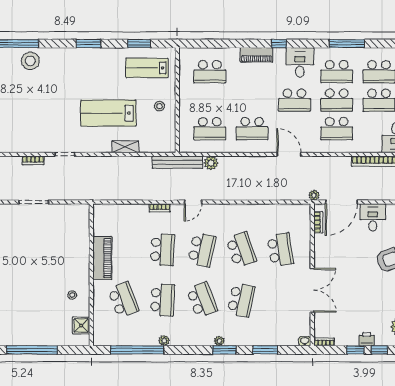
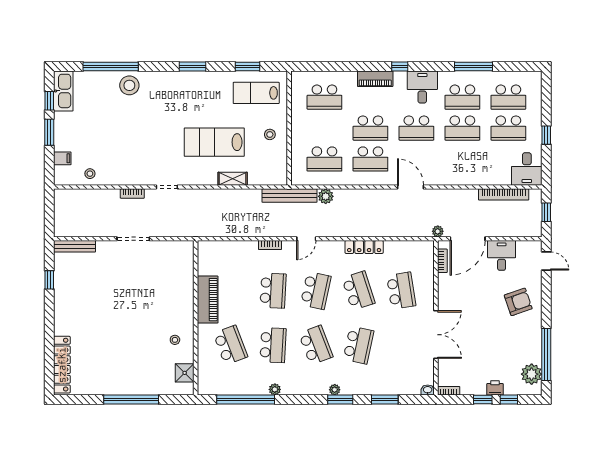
school desk: (337, 129) -> (370, 128), moved
locker: (246, 210) -> (364, 247), added

